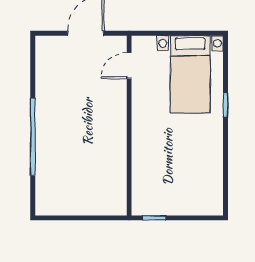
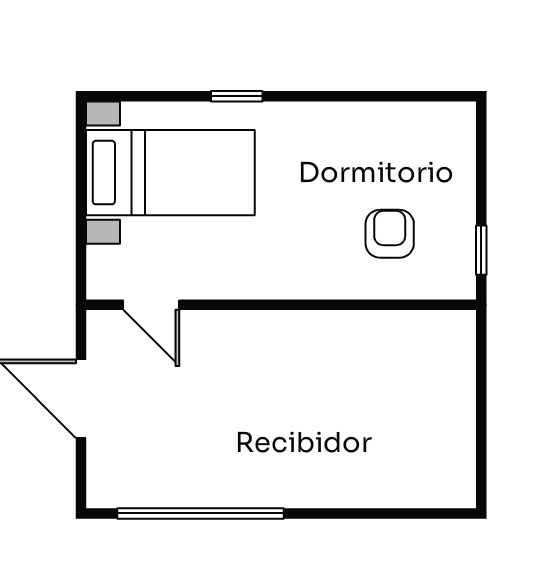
window: (33, 137) -> (201, 513), moved
armchair: (162, 176) -> (390, 234), added

